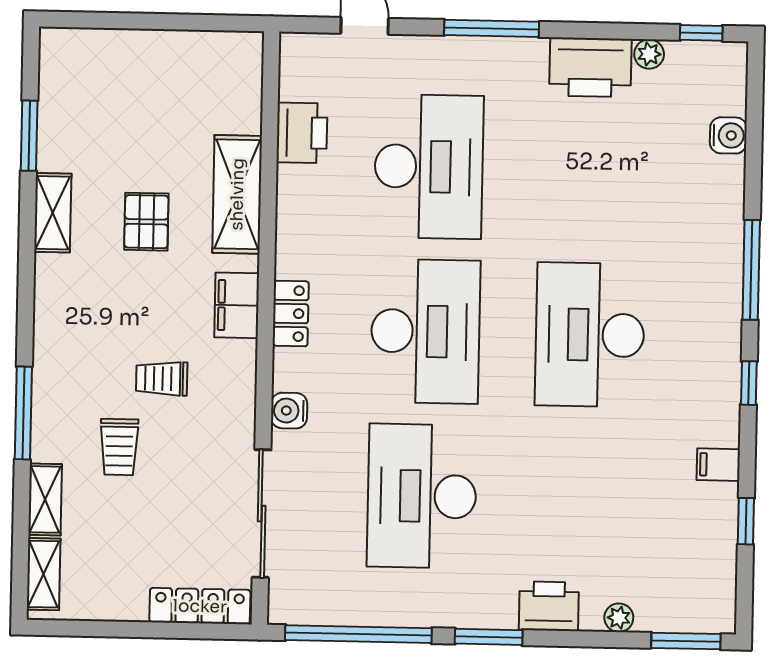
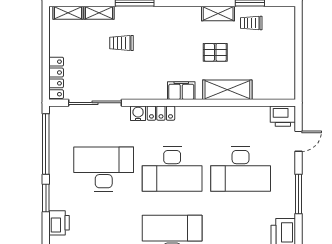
printer: (302, 133) -> (283, 116), moved
locker: (291, 314) -> (161, 113), moved
trolley: (162, 379) -> (251, 23), moved, turned -90

